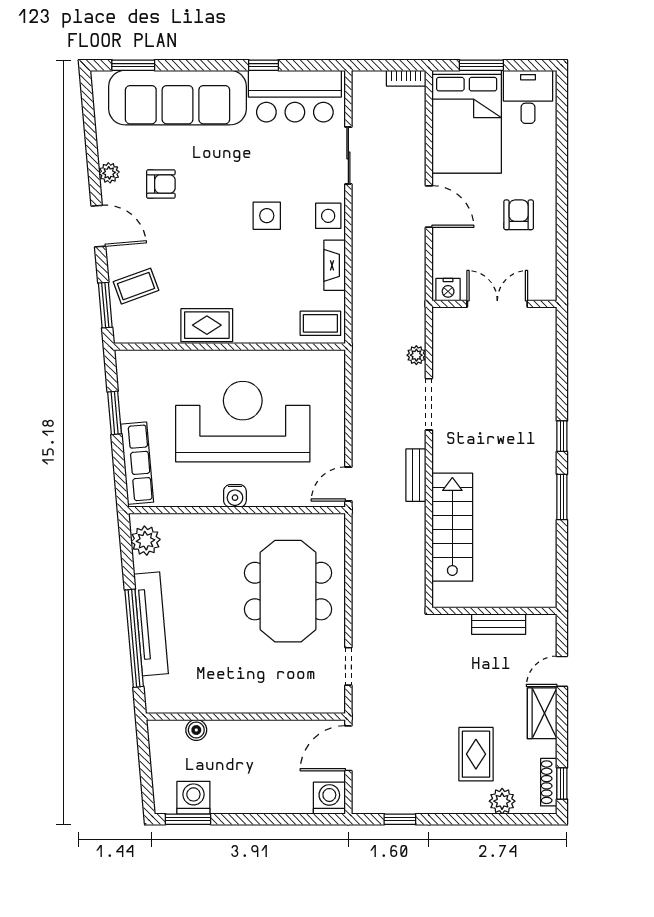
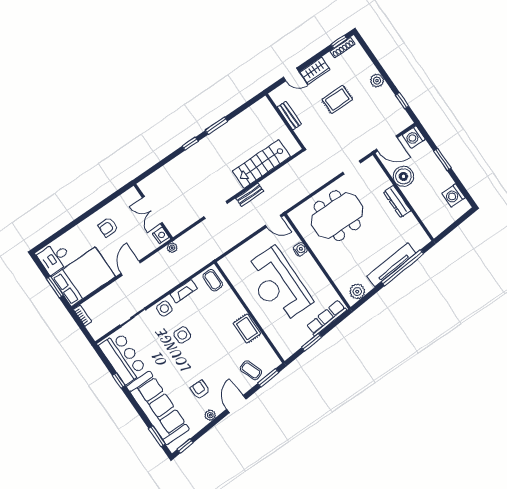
window: (87, 99) -> (185, 446), added
plant: (416, 355) -> (172, 248), moved
water cooler: (235, 496) -> (300, 249), moved
dresser: (245, 702) -> (397, 201), added
boiler: (196, 730) -> (403, 176), moved, width x1.86, depth x1.86
rug: (476, 754) -> (337, 100), moved
plant: (502, 801) -> (377, 81), moved
window: (188, 819) -> (442, 160), moved

